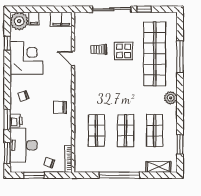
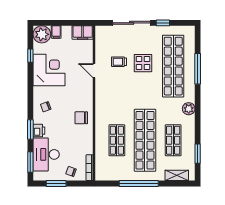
shop shelf: (126, 131) -> (145, 140), width x2.00, depth x1.36

